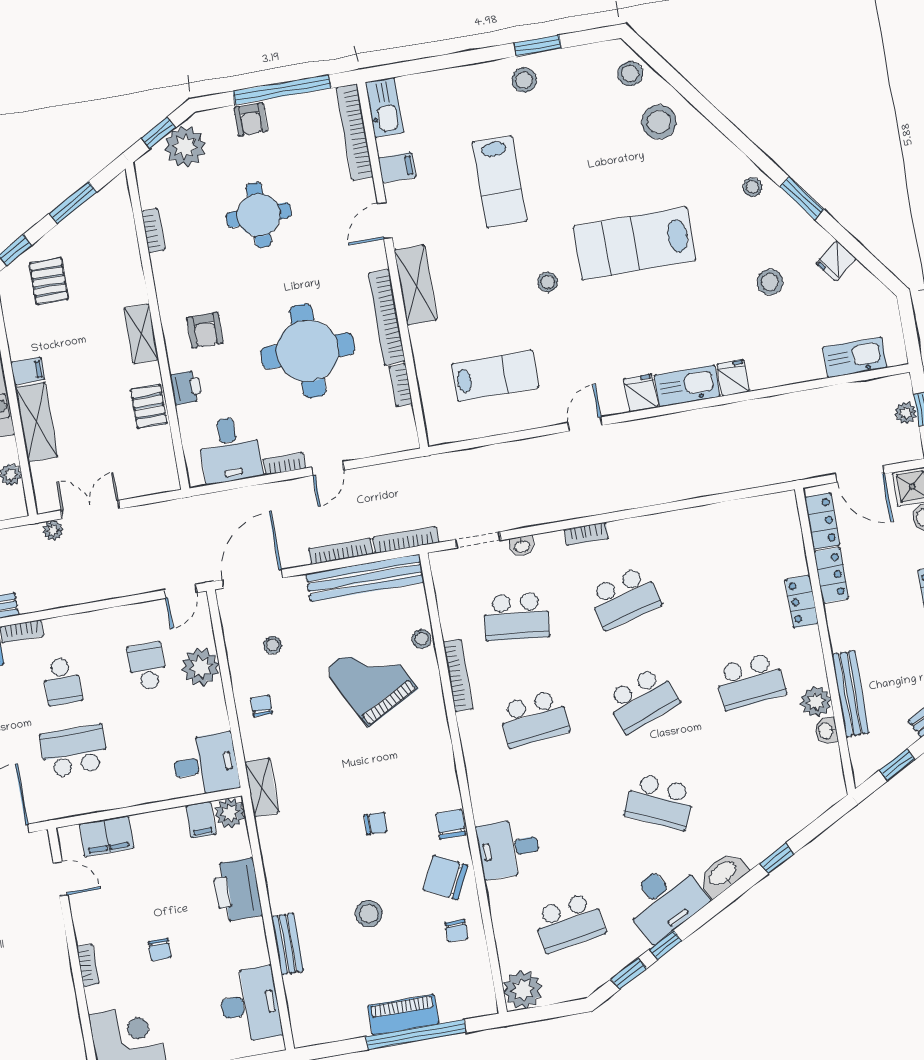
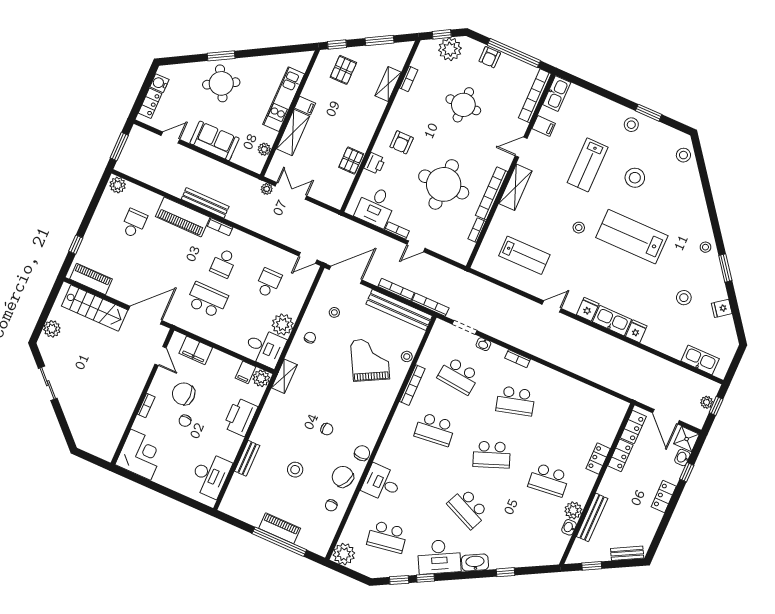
stool: (659, 122) -> (635, 178), moved
shelving: (141, 334) -> (388, 84), moved
plant: (201, 667) -> (283, 324), moved
chair: (131, 912) -> (184, 394), added

